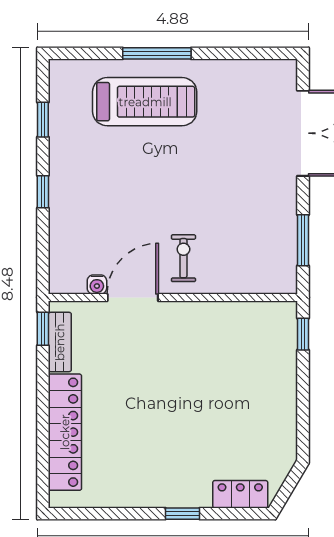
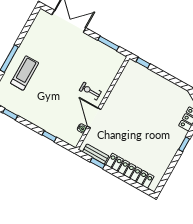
treadmill: (145, 102) -> (25, 73), width x0.73, depth x0.73
window: (43, 192) -> (49, 136), moved
window: (43, 329) -> (97, 163), moved

